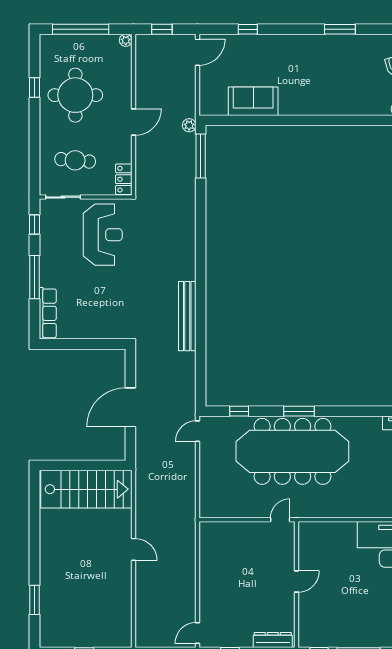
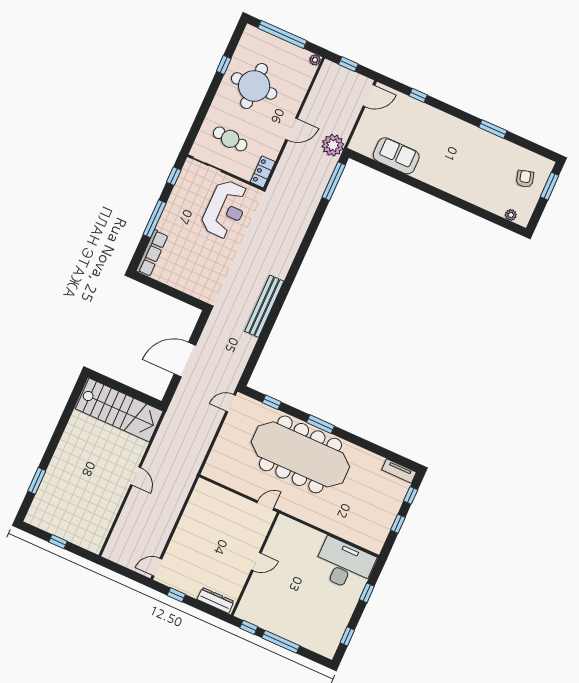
plant: (189, 125) -> (333, 145), width x1.88, depth x1.88

